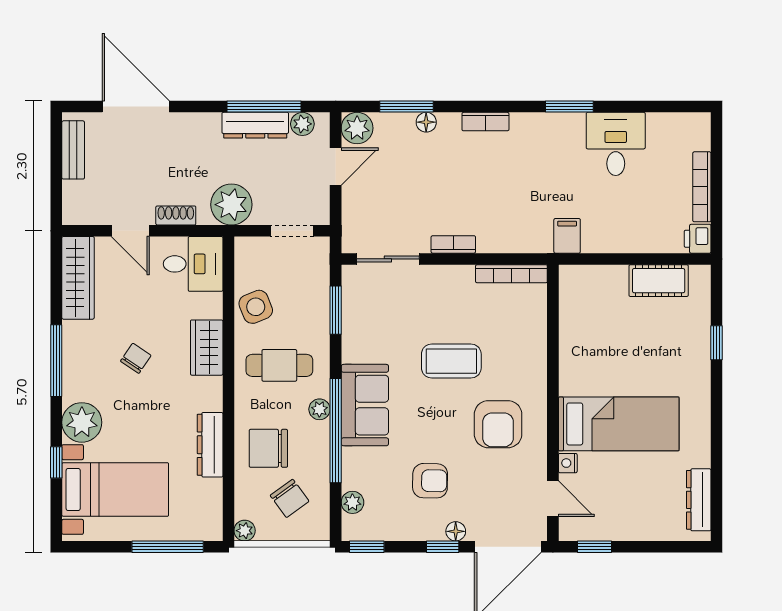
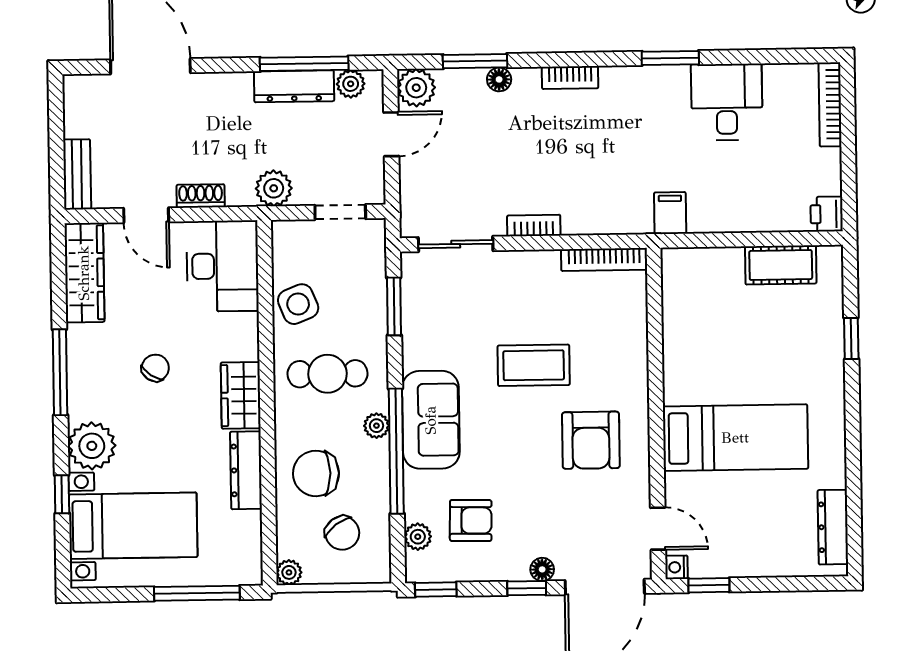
bench: (73, 150) -> (77, 174), moved
bookcase: (702, 187) -> (830, 104), moved
plant: (231, 205) -> (274, 188), width x0.73, depth x0.73
desk: (193, 264) -> (222, 266), width x1.37
wardrobe: (207, 348) -> (241, 395), moved
nightstand: (568, 463) -> (676, 567), moved
armchair: (430, 481) -> (471, 520), moved

